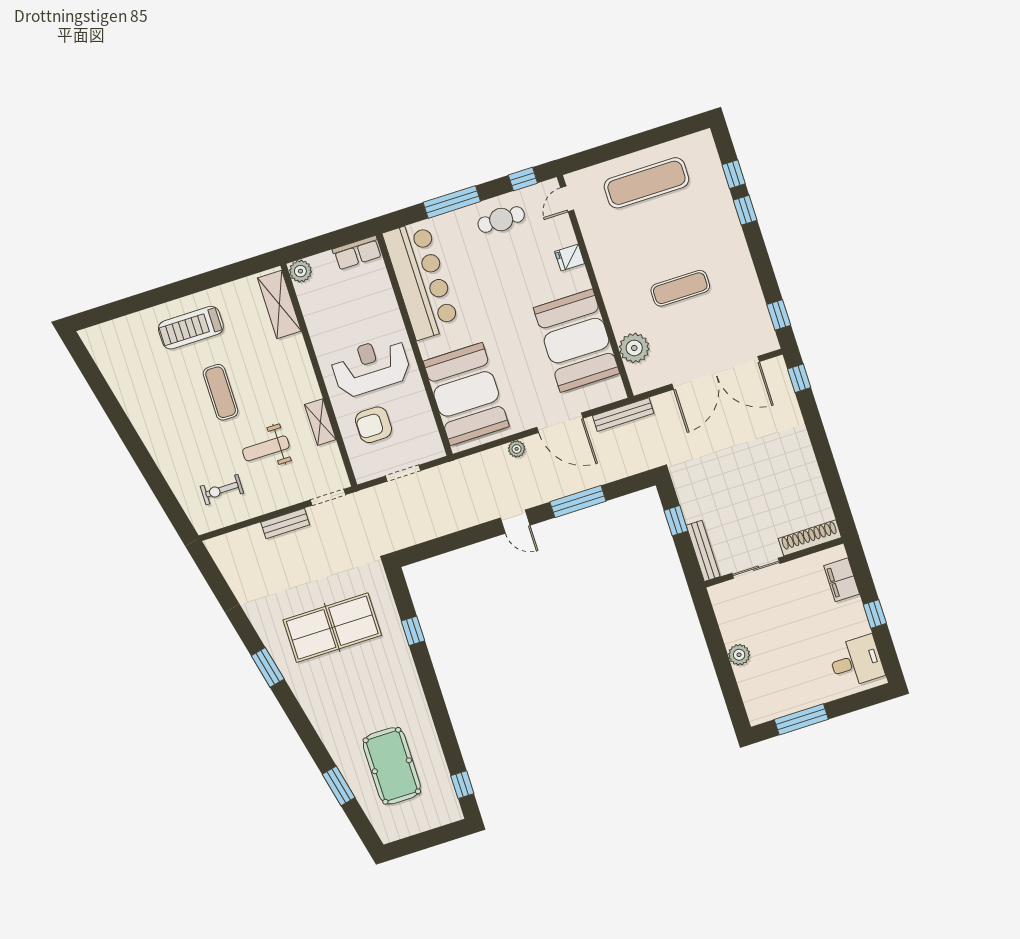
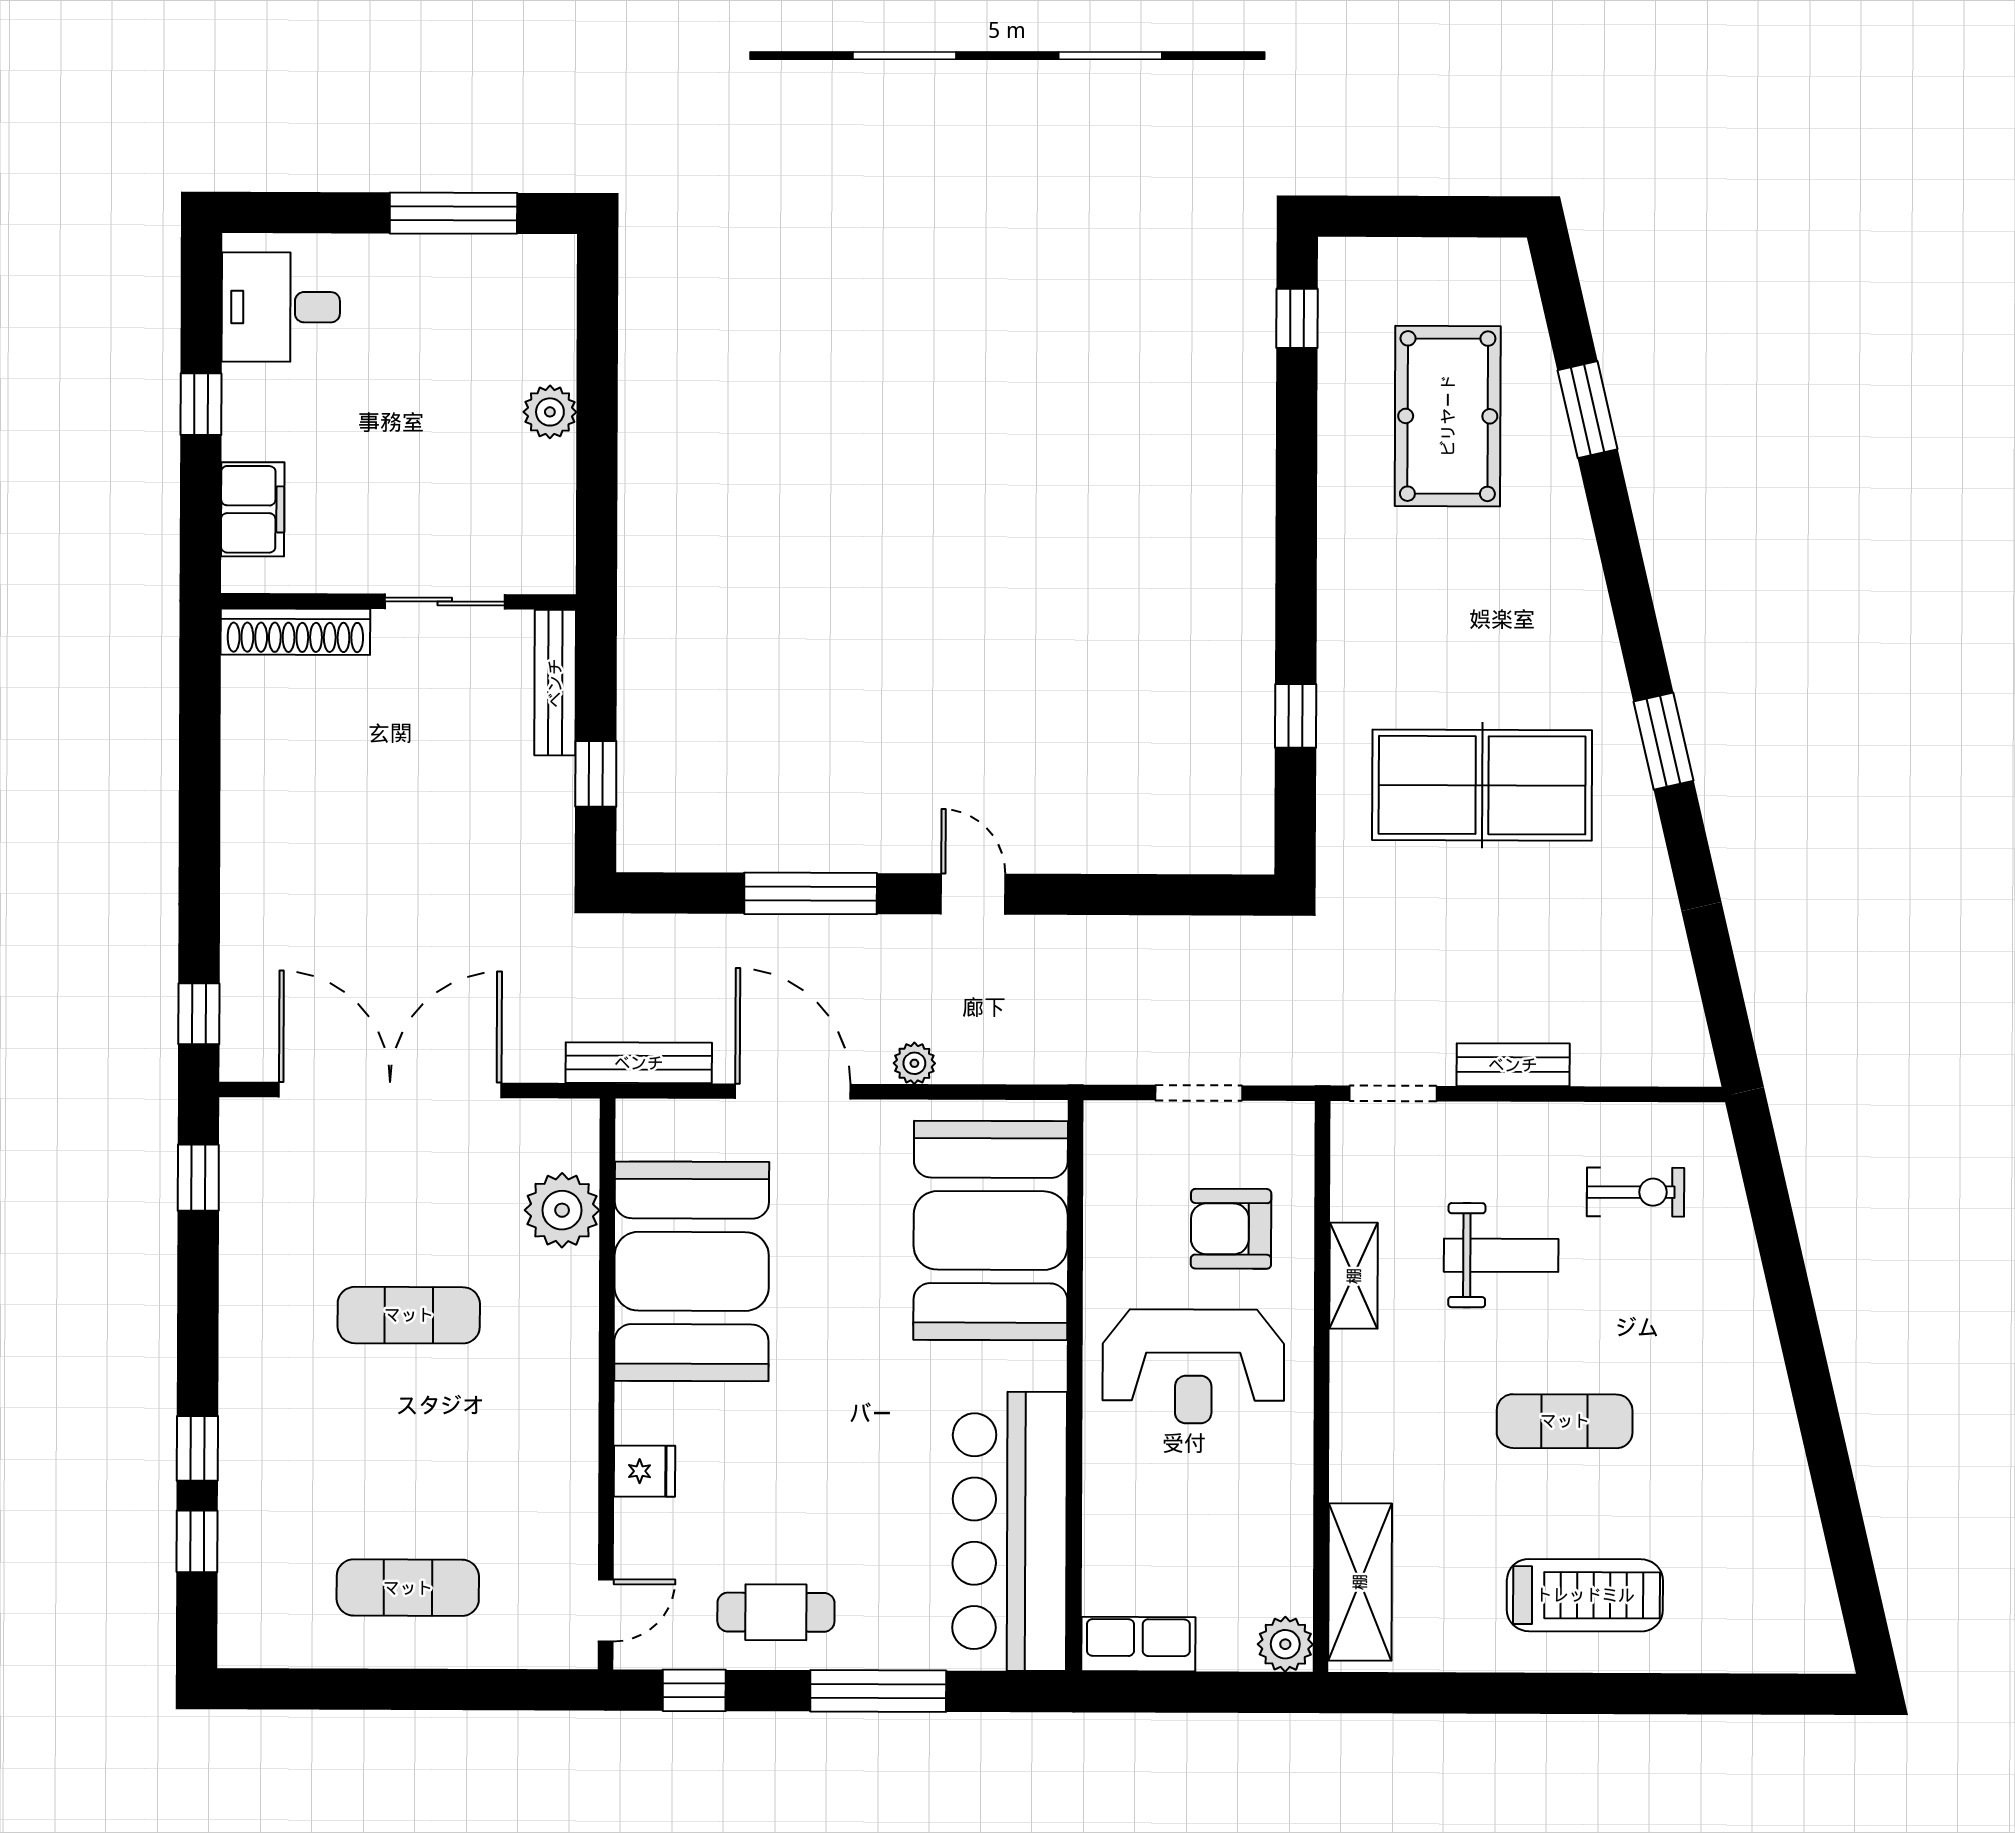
exercise mat: (646, 183) -> (408, 1588), width x0.73, depth x0.69
exercise mat: (221, 392) -> (1565, 1421), turned 90
armchair: (373, 425) -> (1231, 1229), turned 180

